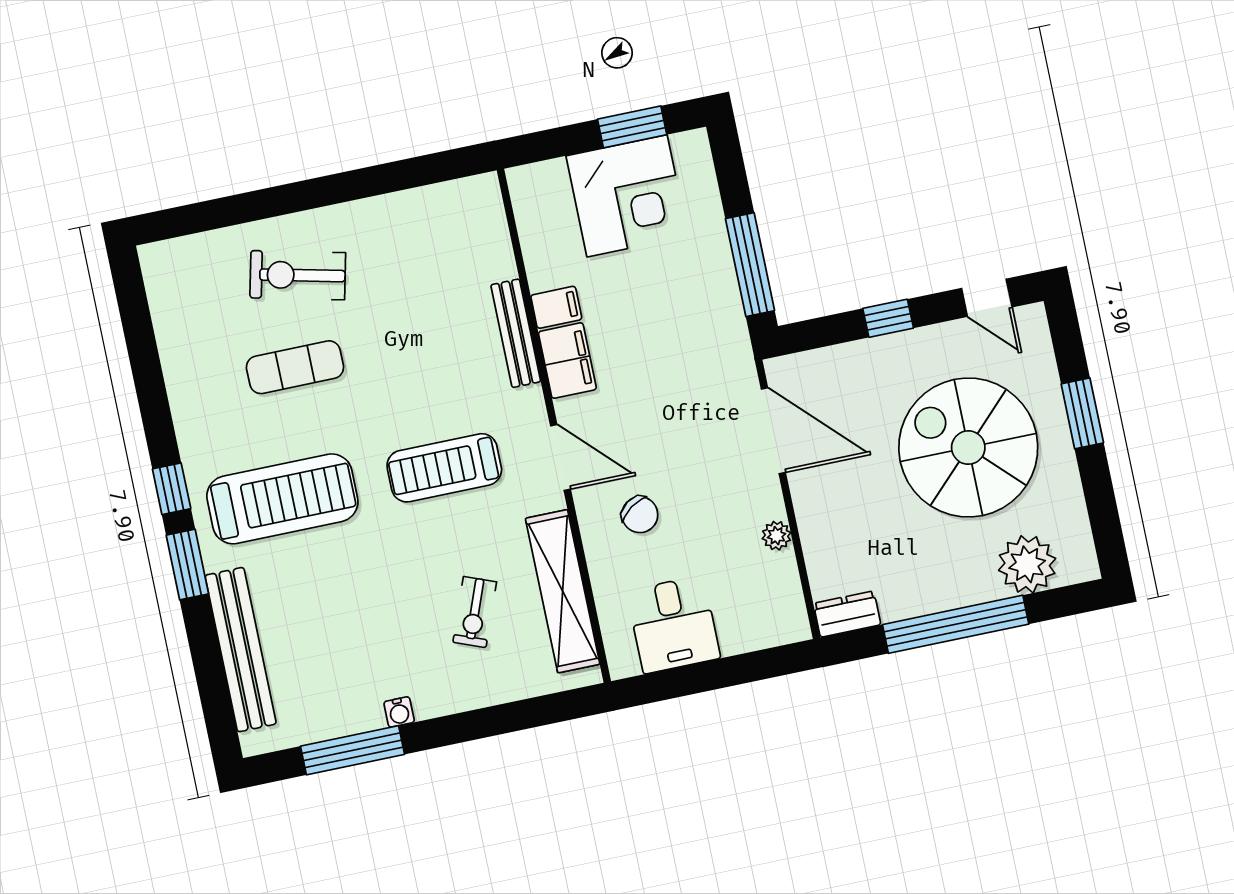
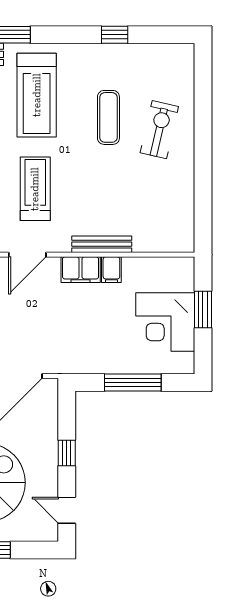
window: (632, 127) -> (203, 309), moved
window: (750, 265) -> (133, 382), moved
door: (987, 298) -> (67, 510), hinge flipped
window: (172, 489) -> (115, 35), moved

